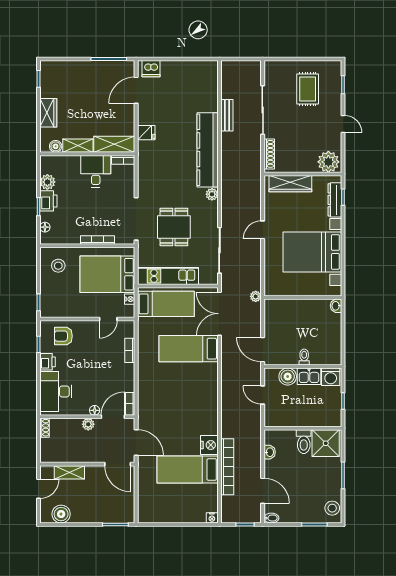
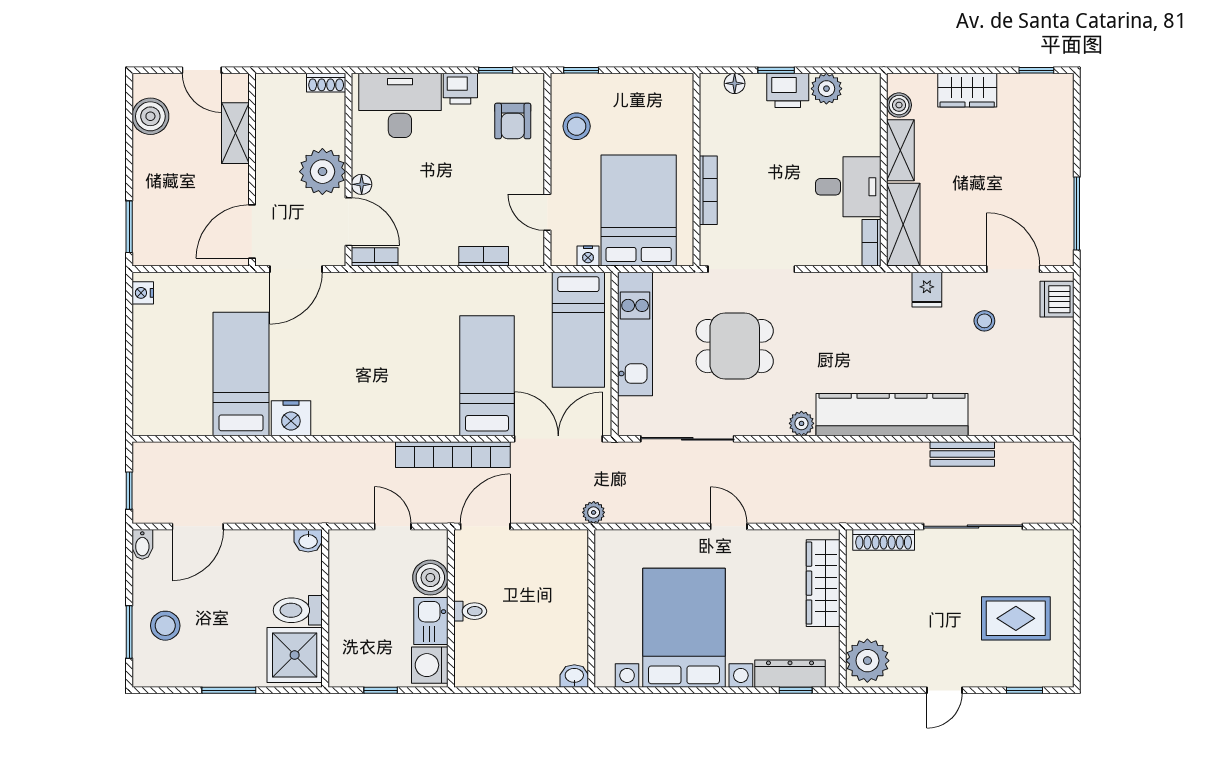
stool: (162, 104) -> (984, 321), added
stool: (58, 266) -> (577, 126), moved
armchair: (63, 336) -> (513, 121), turned 180
door: (263, 395) -> (393, 526), hinge flipped
plant: (88, 424) -> (322, 172), width x1.87, depth x1.87
washbasin: (270, 452) -> (308, 541), moved
bookcase: (227, 467) -> (453, 455), moved
stool: (332, 508) -> (165, 626), moved
nightstand: (212, 518) -> (143, 293), moved

